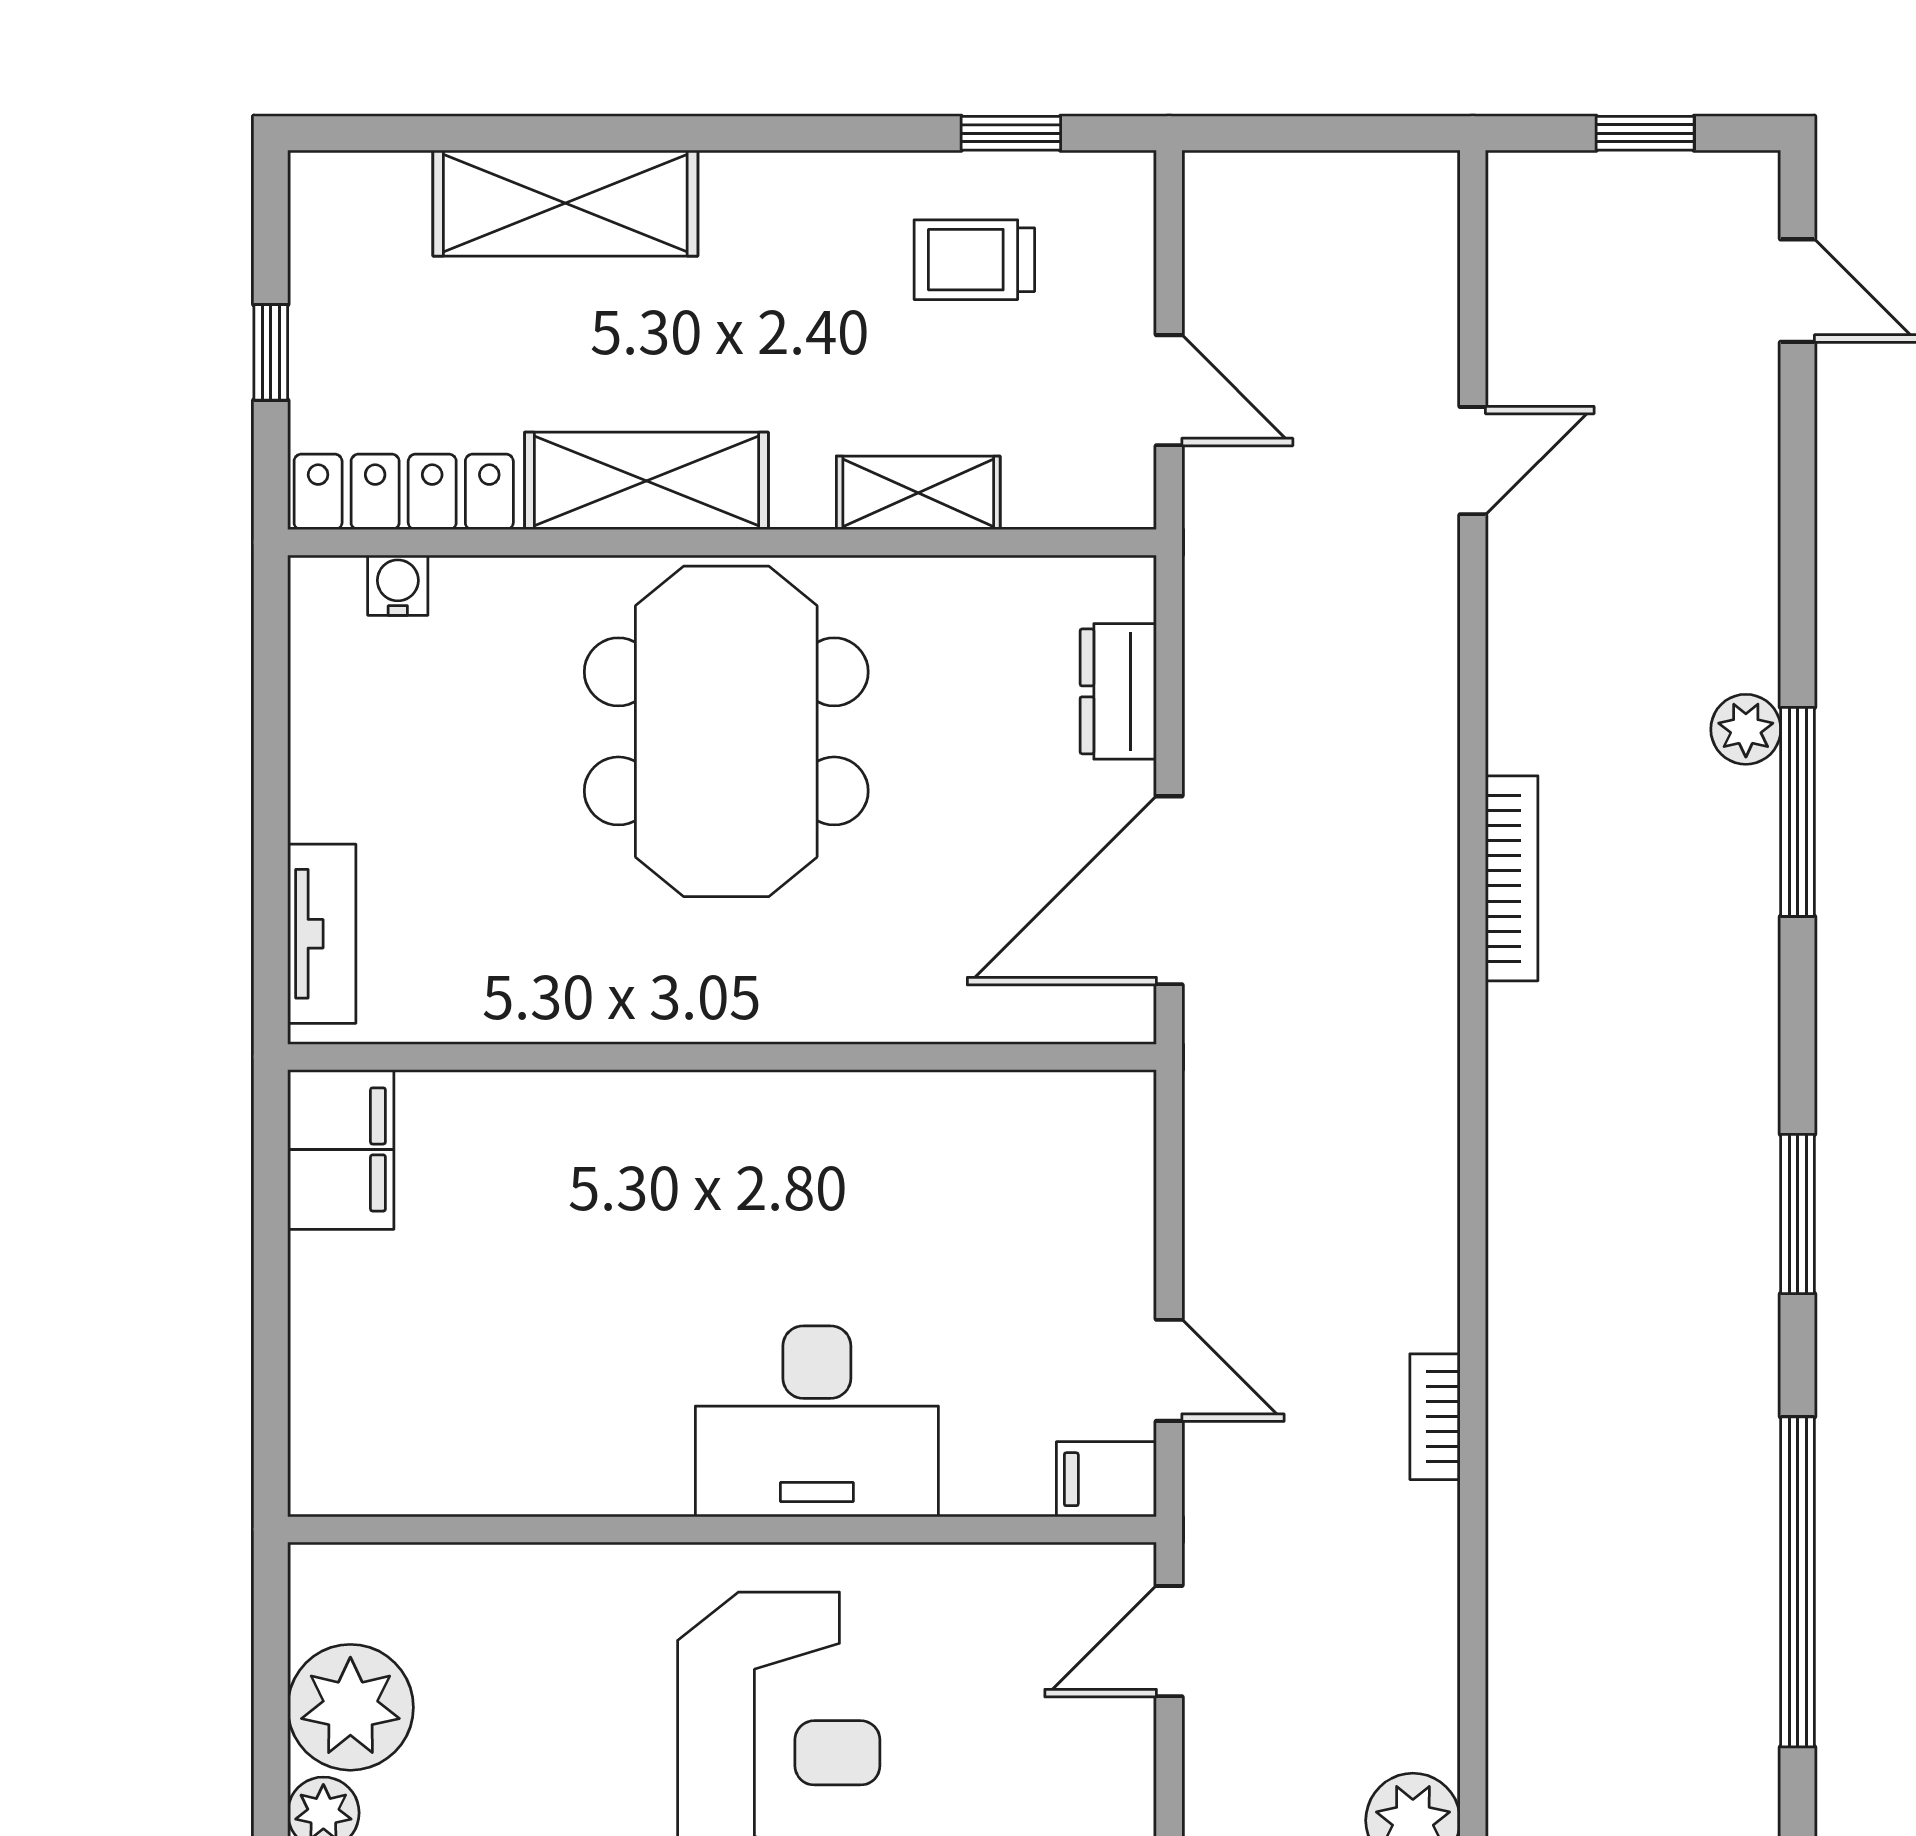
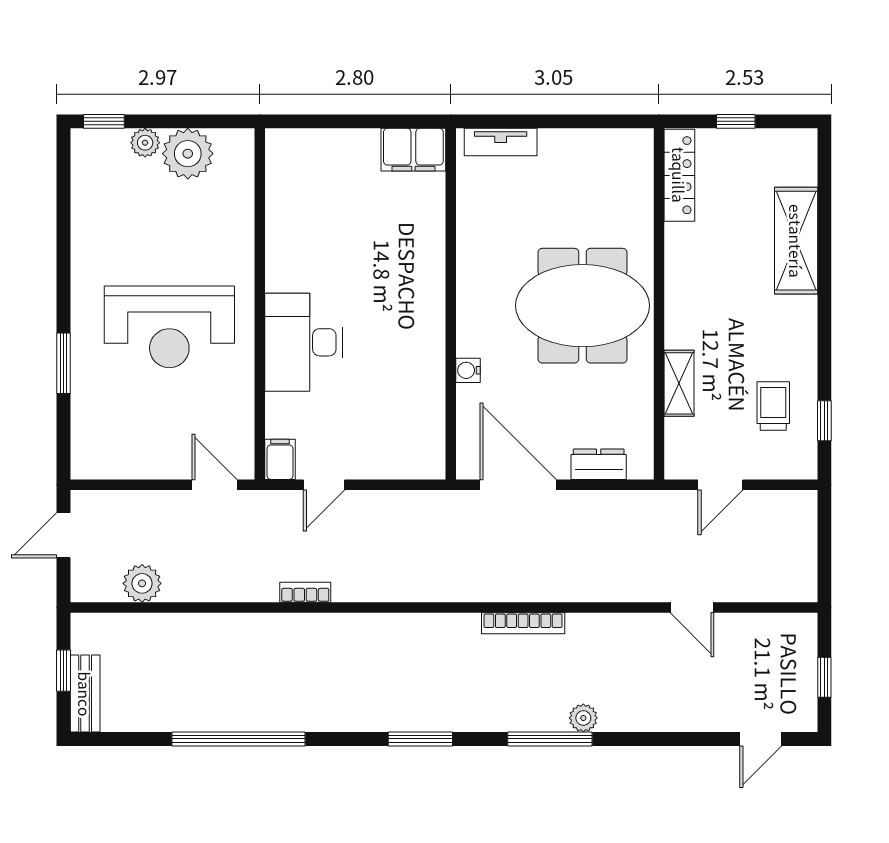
shelving: (646, 481) -> (684, 273), removed
water cooler: (398, 585) -> (468, 370), moved, turned 180
window: (1798, 1214) -> (420, 739), moved

